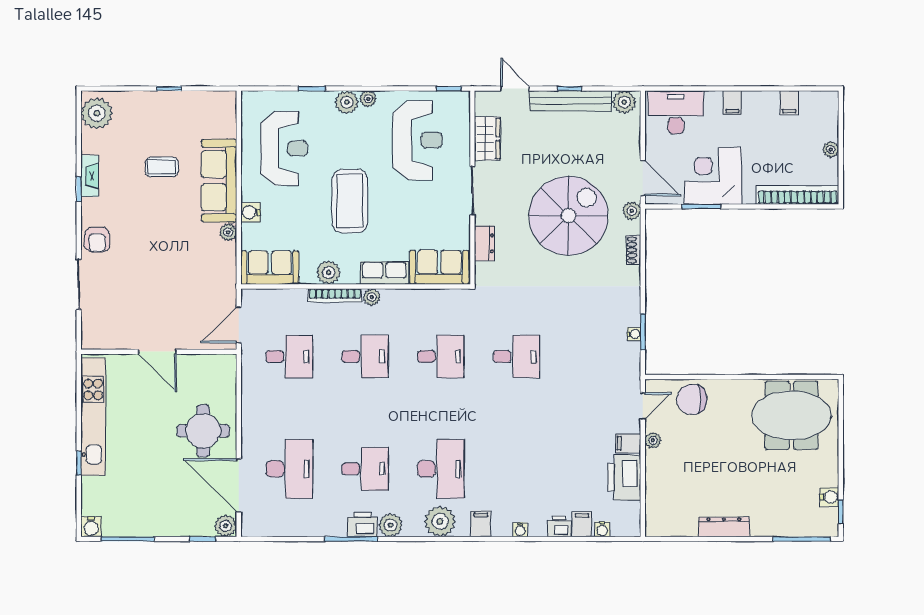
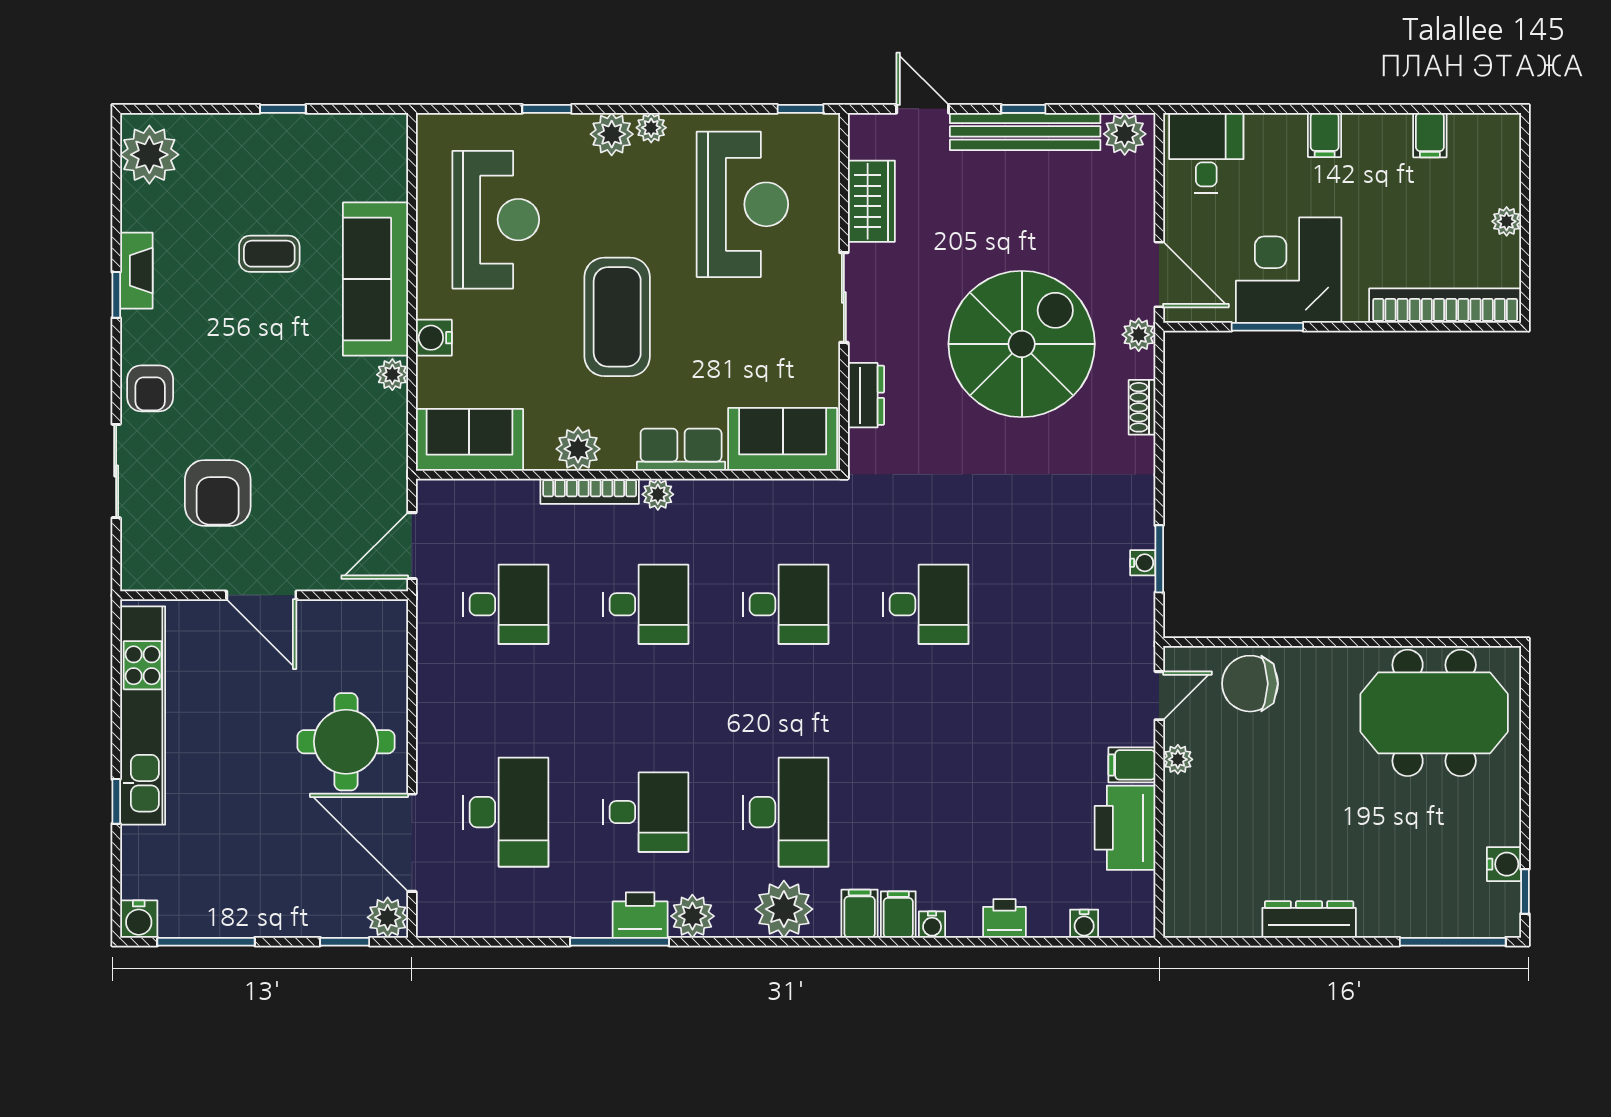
desk: (676, 112) -> (1206, 153), width x0.73
armchair: (134, 296) -> (218, 493), added
filing cabinet: (582, 524) -> (898, 915), moved

